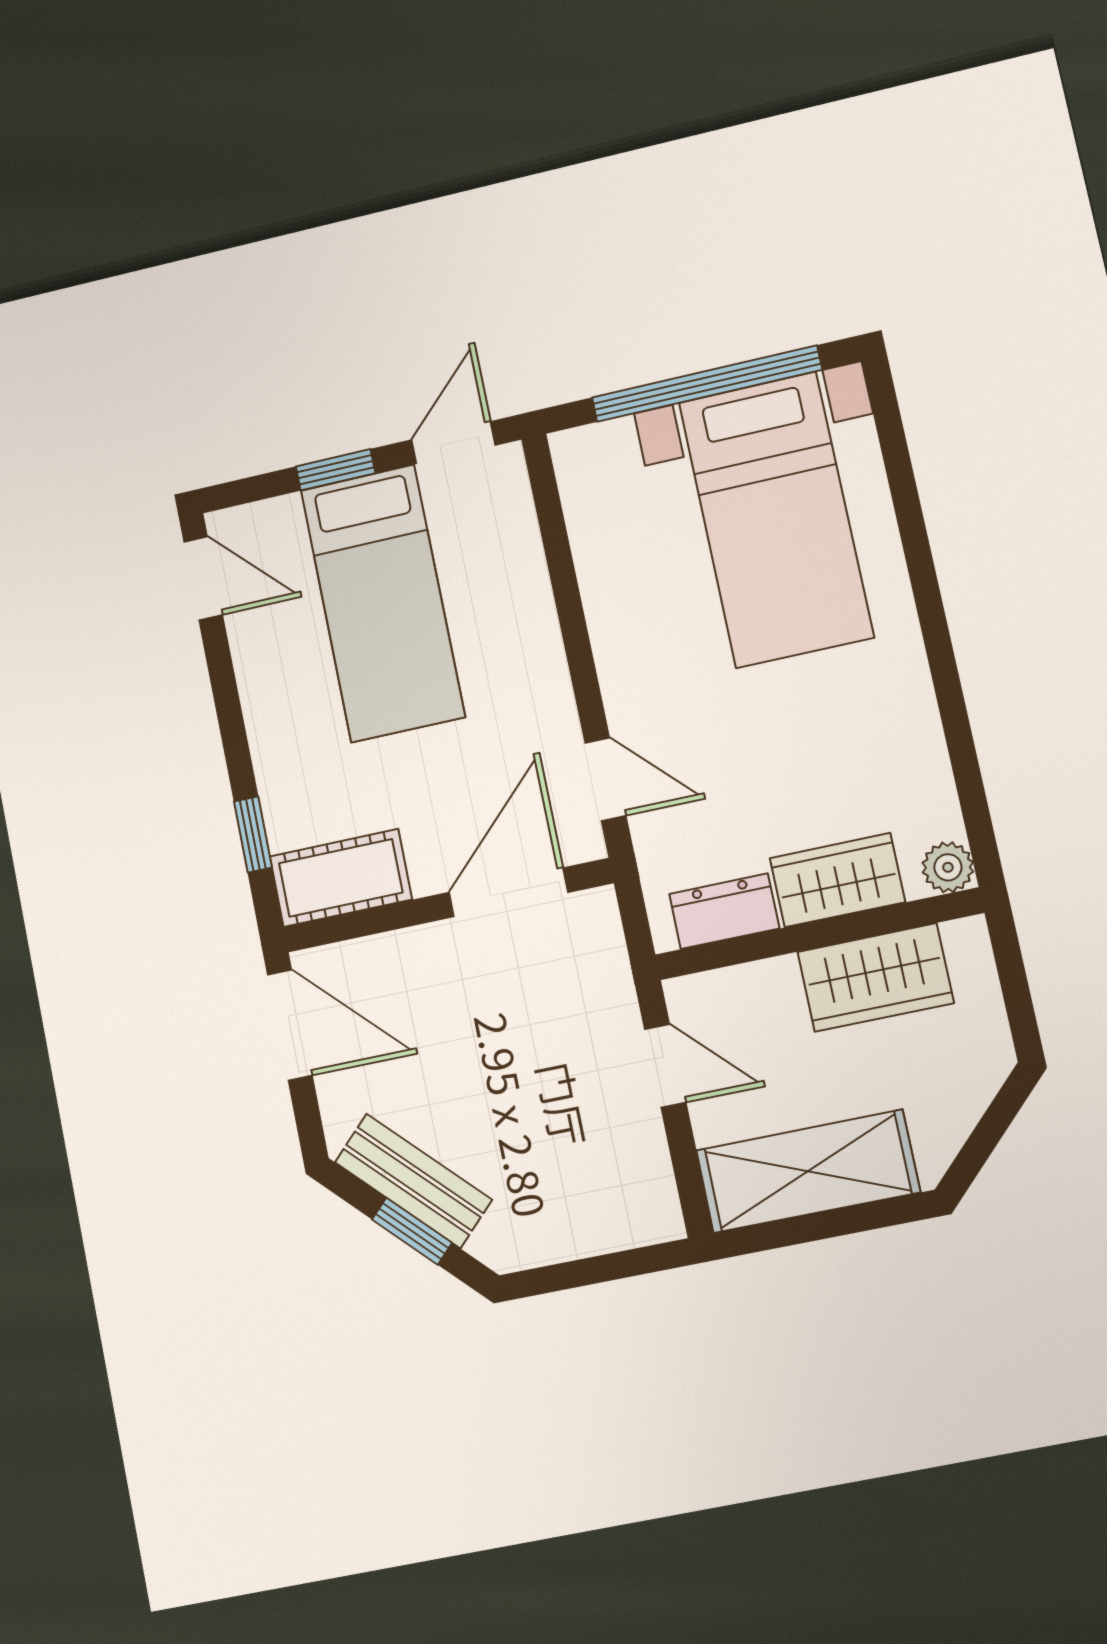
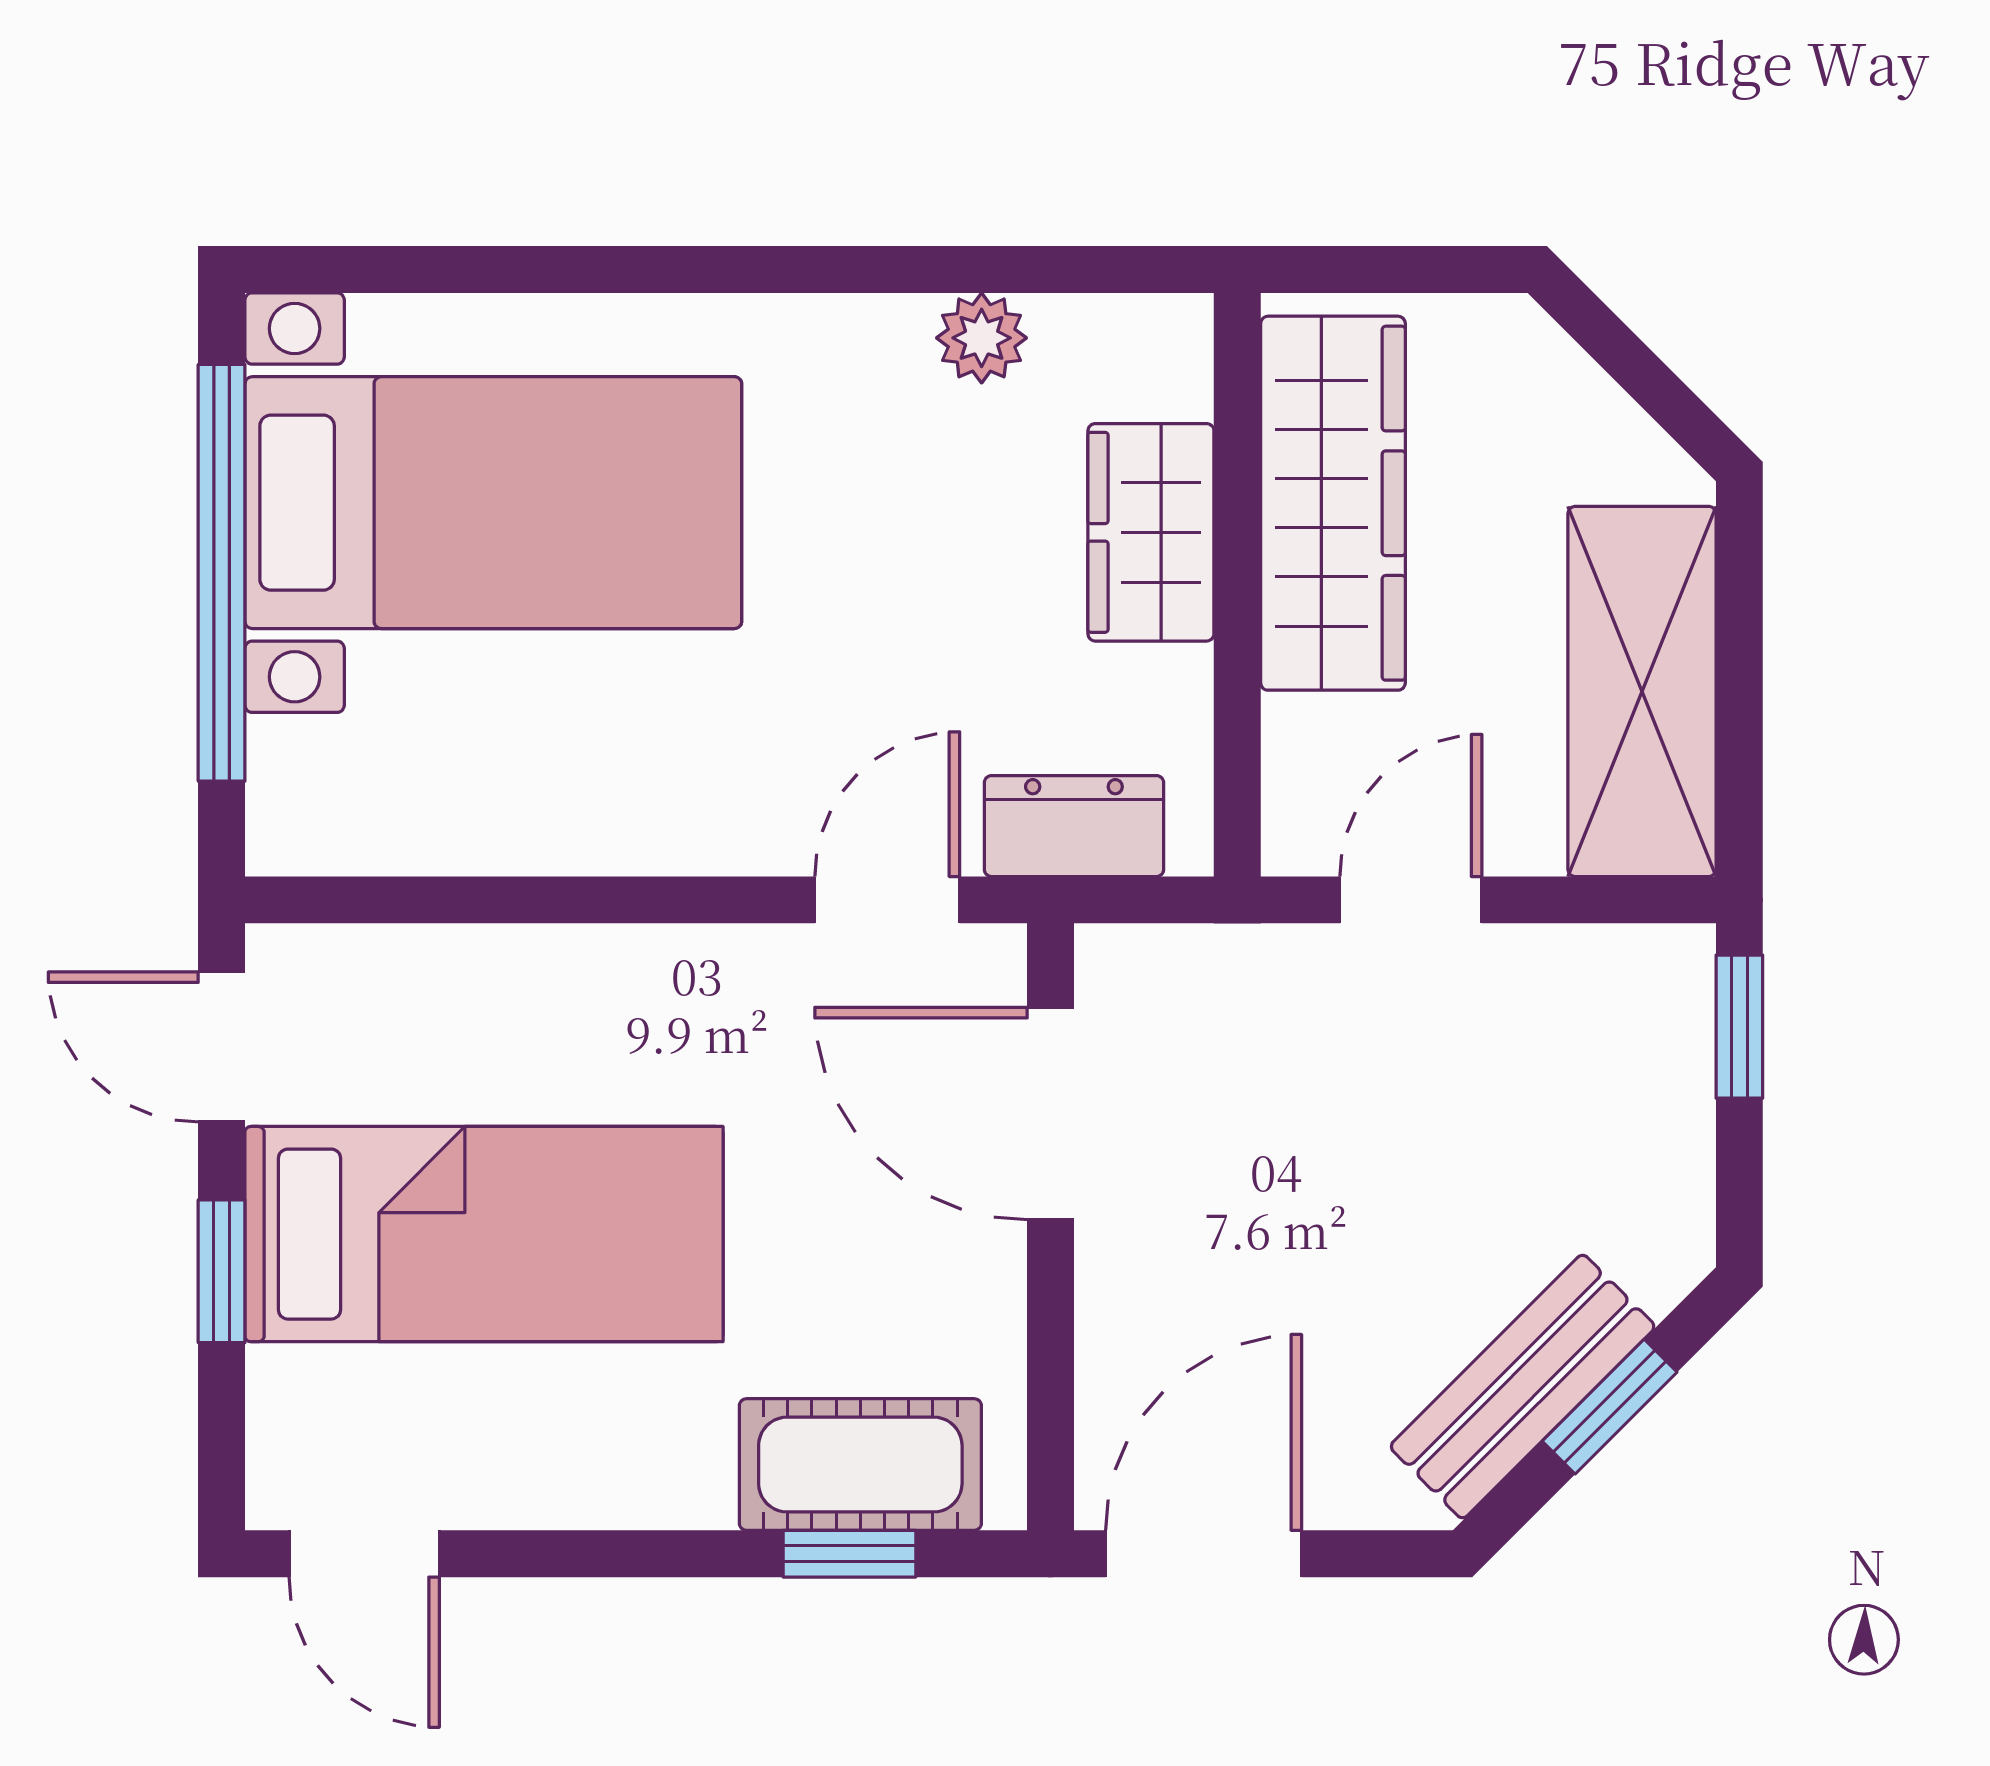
door: (203, 578) -> (364, 1554), swing flipped
plant: (948, 867) -> (982, 338), moved
cot: (341, 878) -> (860, 1465), moved, turned 90
dresser: (724, 911) -> (1074, 826), moved, turned 90
wardrobe: (876, 978) -> (1333, 503), width x1.50
window: (633, 1263) -> (1739, 1027), added

